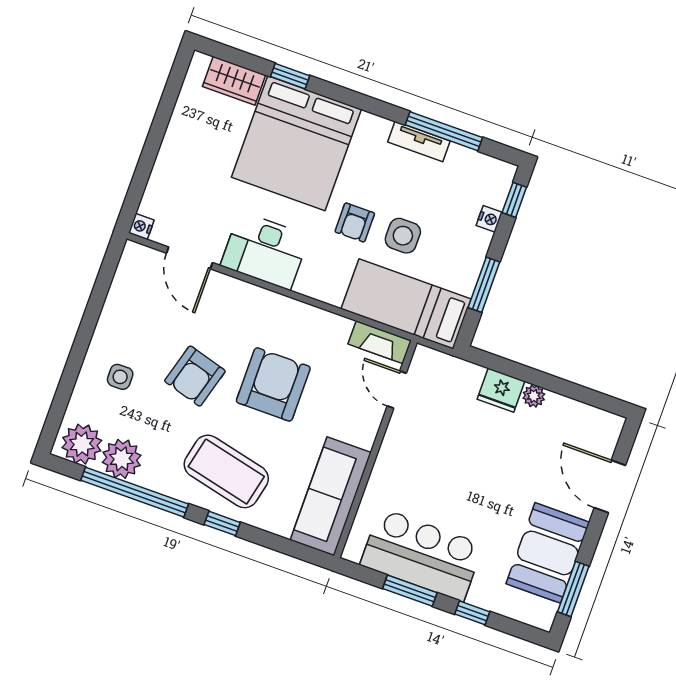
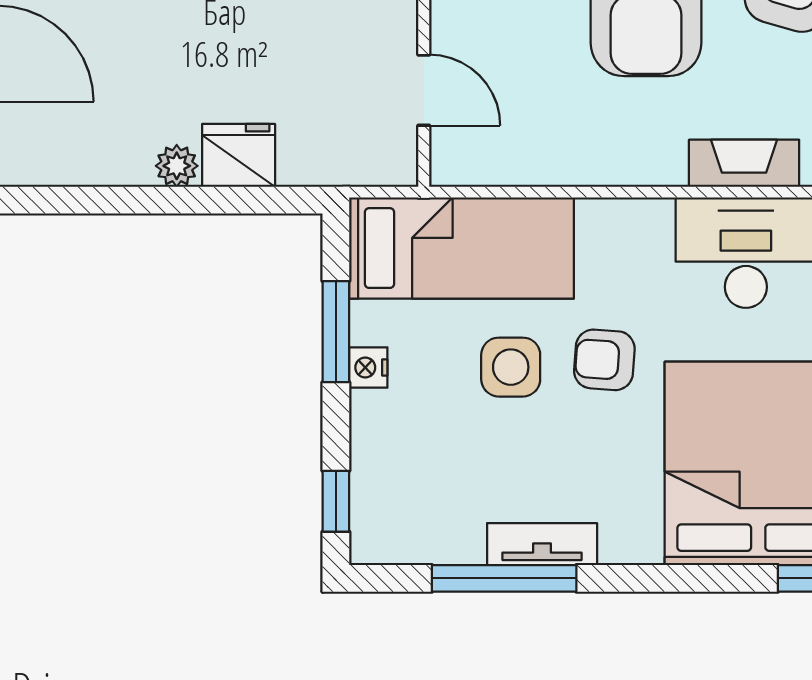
nightstand: (489, 219) -> (368, 368), moved
armchair: (355, 223) -> (604, 360), turned -86
fireplace: (380, 342) -> (744, 163), moved

